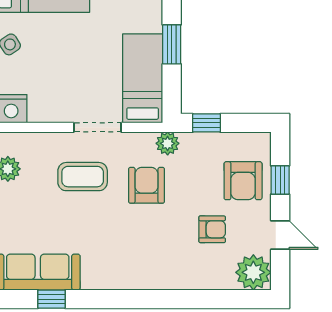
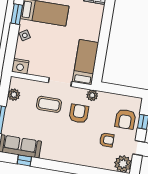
window: (172, 44) -> (102, 48), removed
window: (207, 123) -> (112, 89), removed

